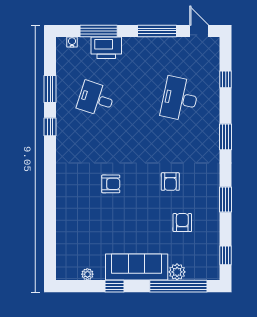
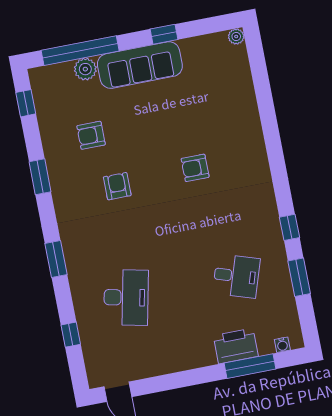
window: (157, 31) -> (173, 381), removed
armchair: (182, 223) -> (91, 135), turned 90
plant: (87, 274) -> (236, 37), moved

